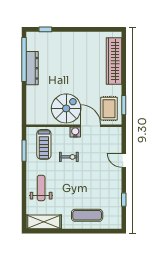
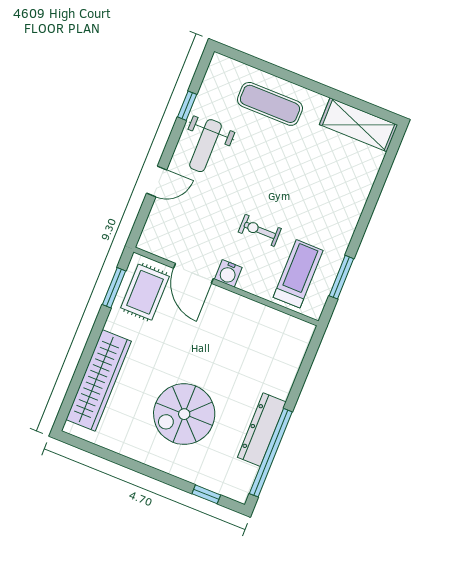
spiral stairs: (66, 108) -> (184, 414), moved
door: (124, 160) -> (157, 181), hinge flipped
weight bench: (41, 188) -> (205, 146), moved

